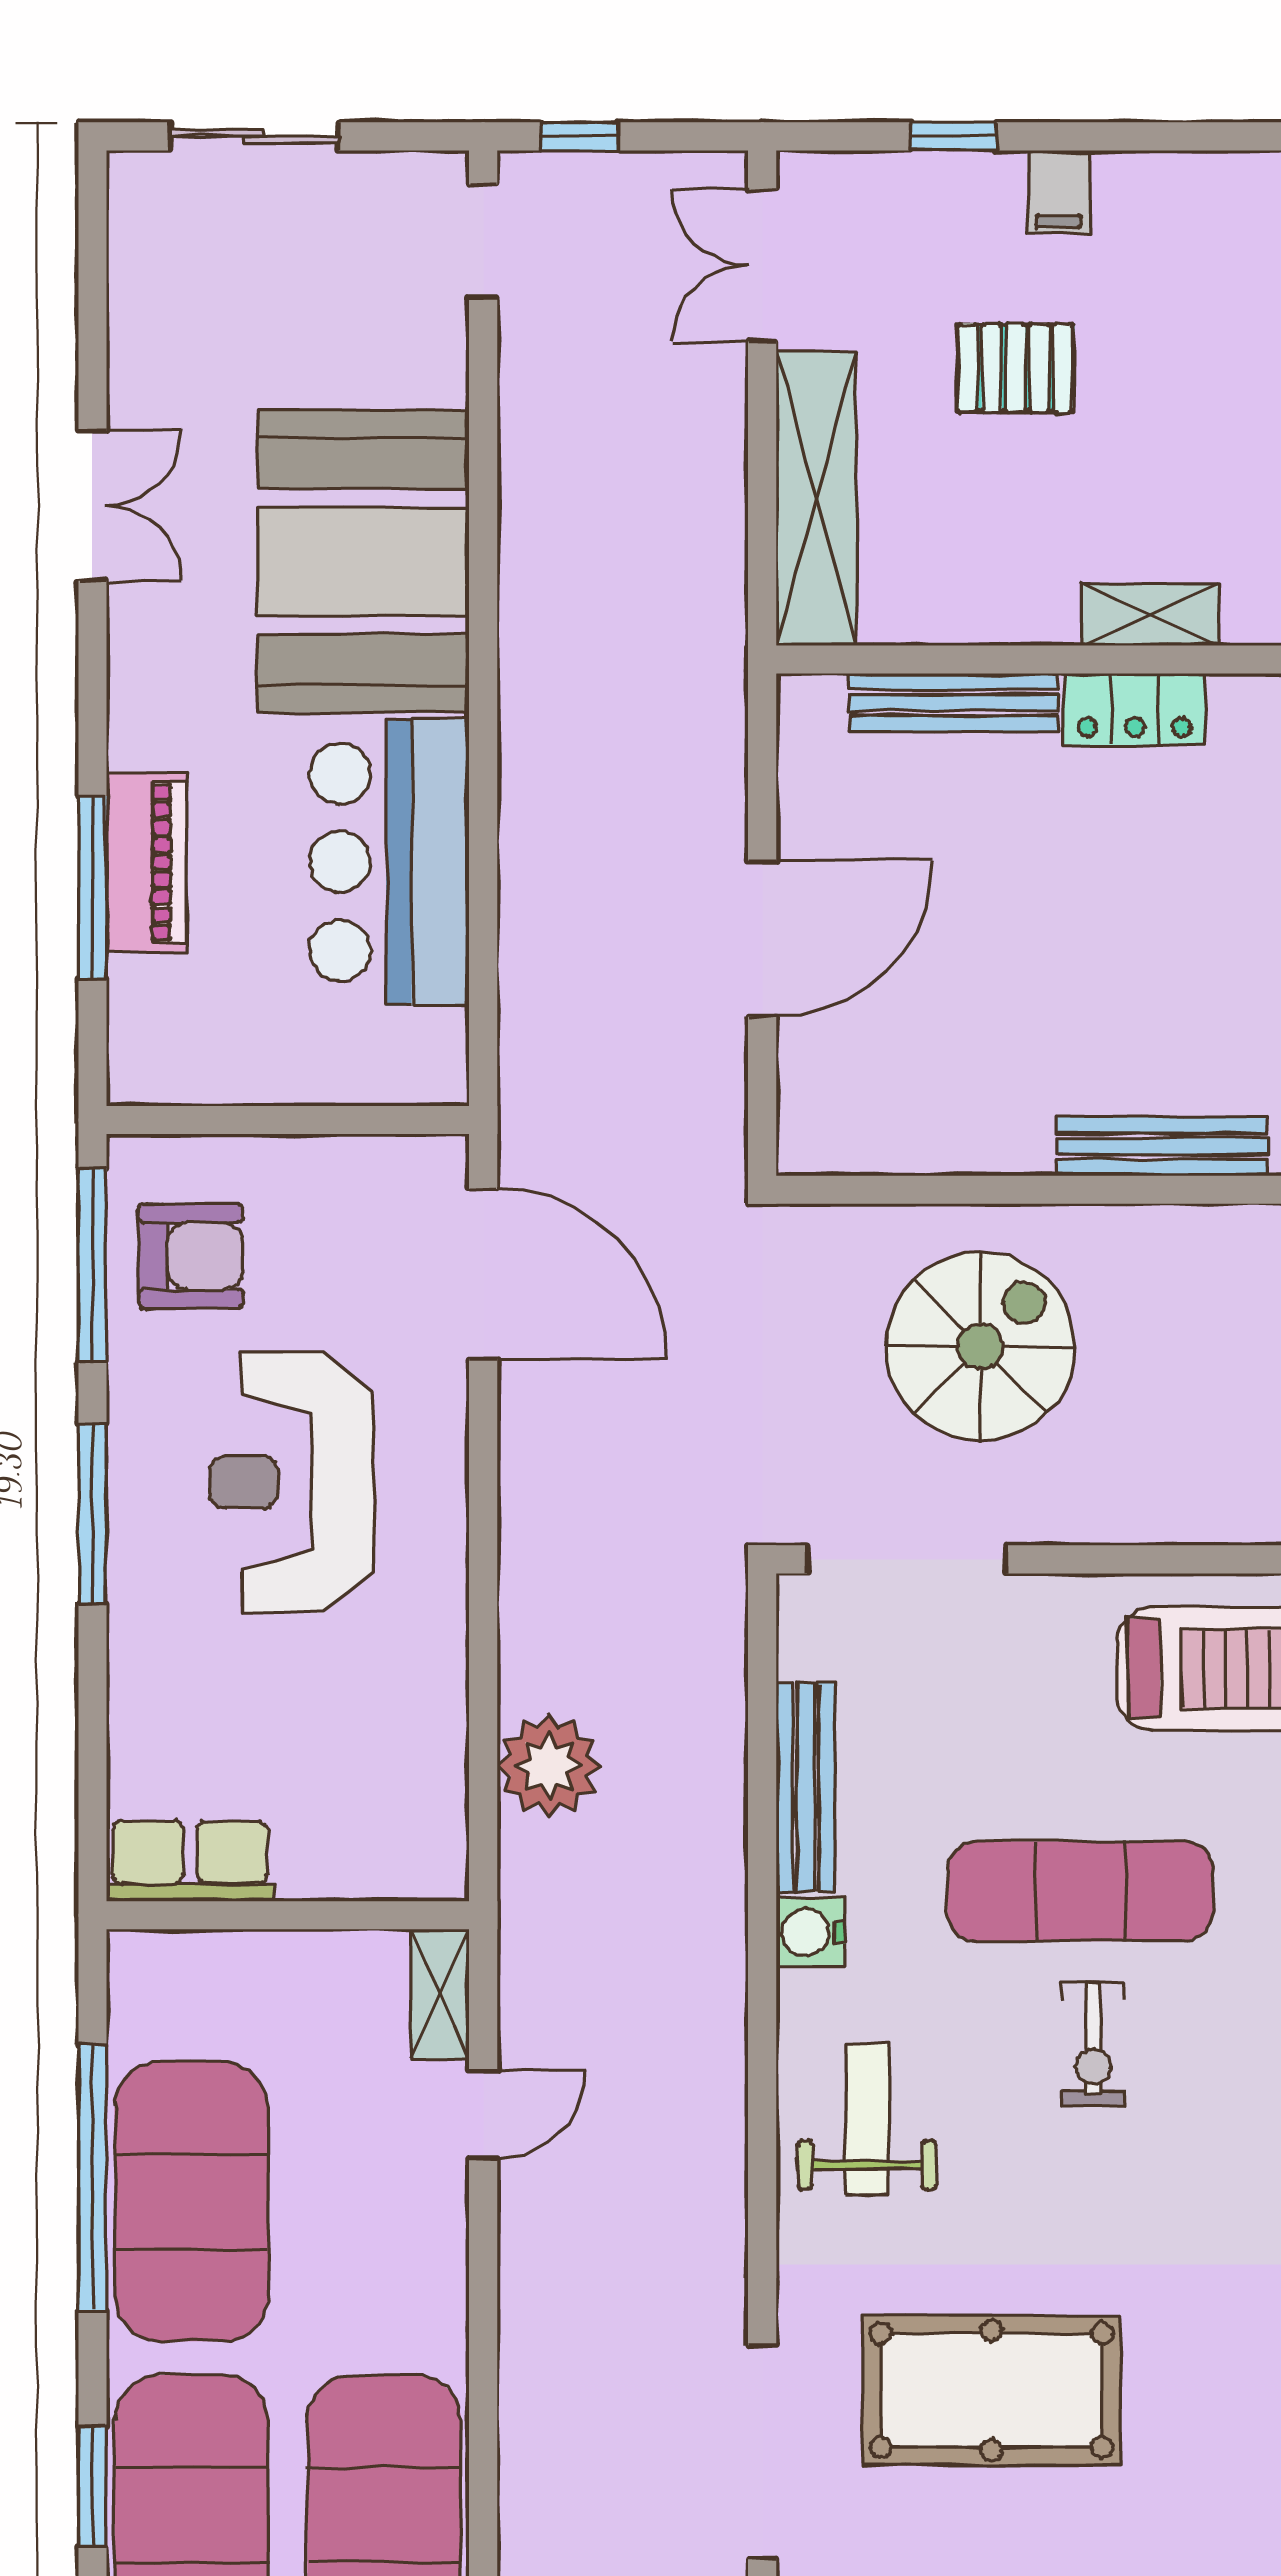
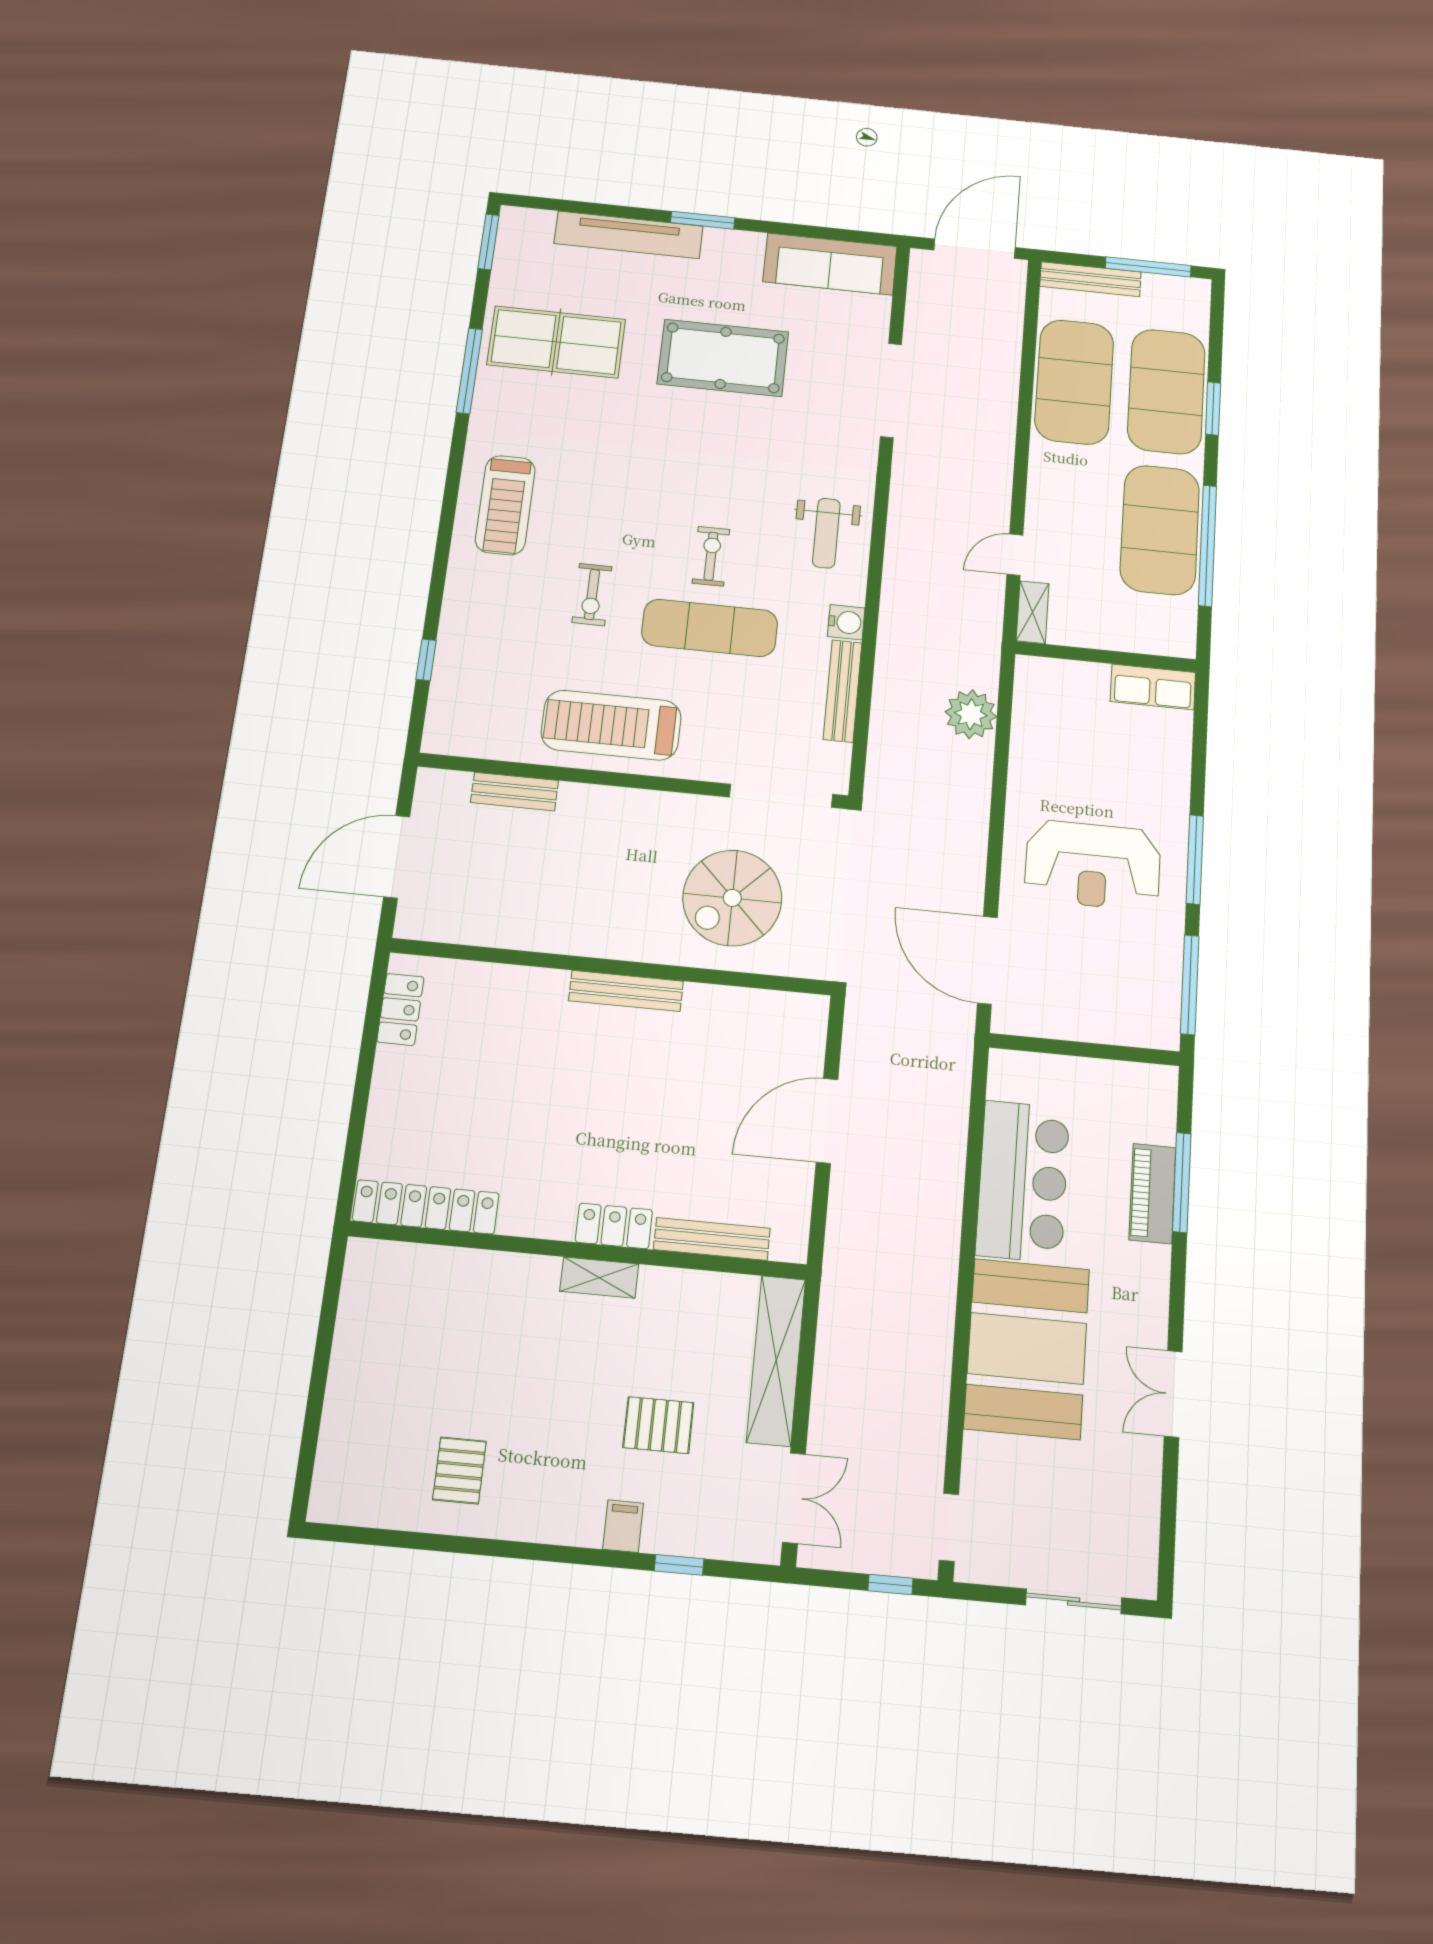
armchair: (191, 1256) -> (1139, 984), removed
reception desk: (291, 1482) -> (1093, 865), turned 90
pool table: (992, 2390) -> (723, 358), moved

